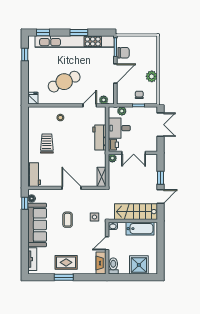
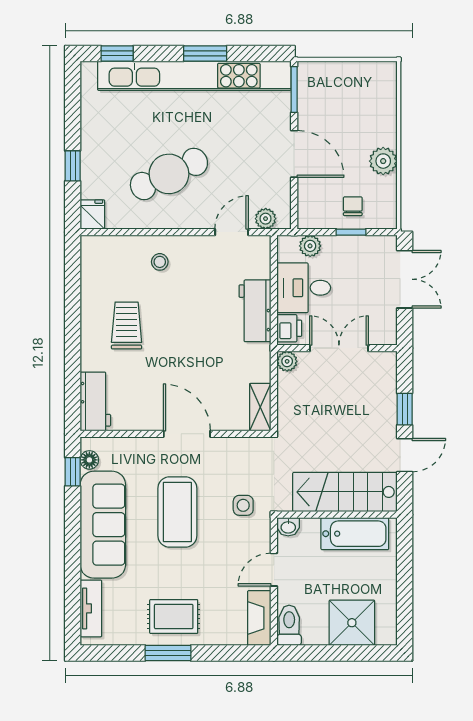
chair: (124, 53) -> (314, 103), removed
window: (25, 54) -> (73, 166), moved
door: (115, 73) -> (294, 154), hinge flipped
double door: (134, 153) -> (339, 348), swing flipped
coffee table: (68, 220) -> (177, 512), width x1.86, depth x1.72

